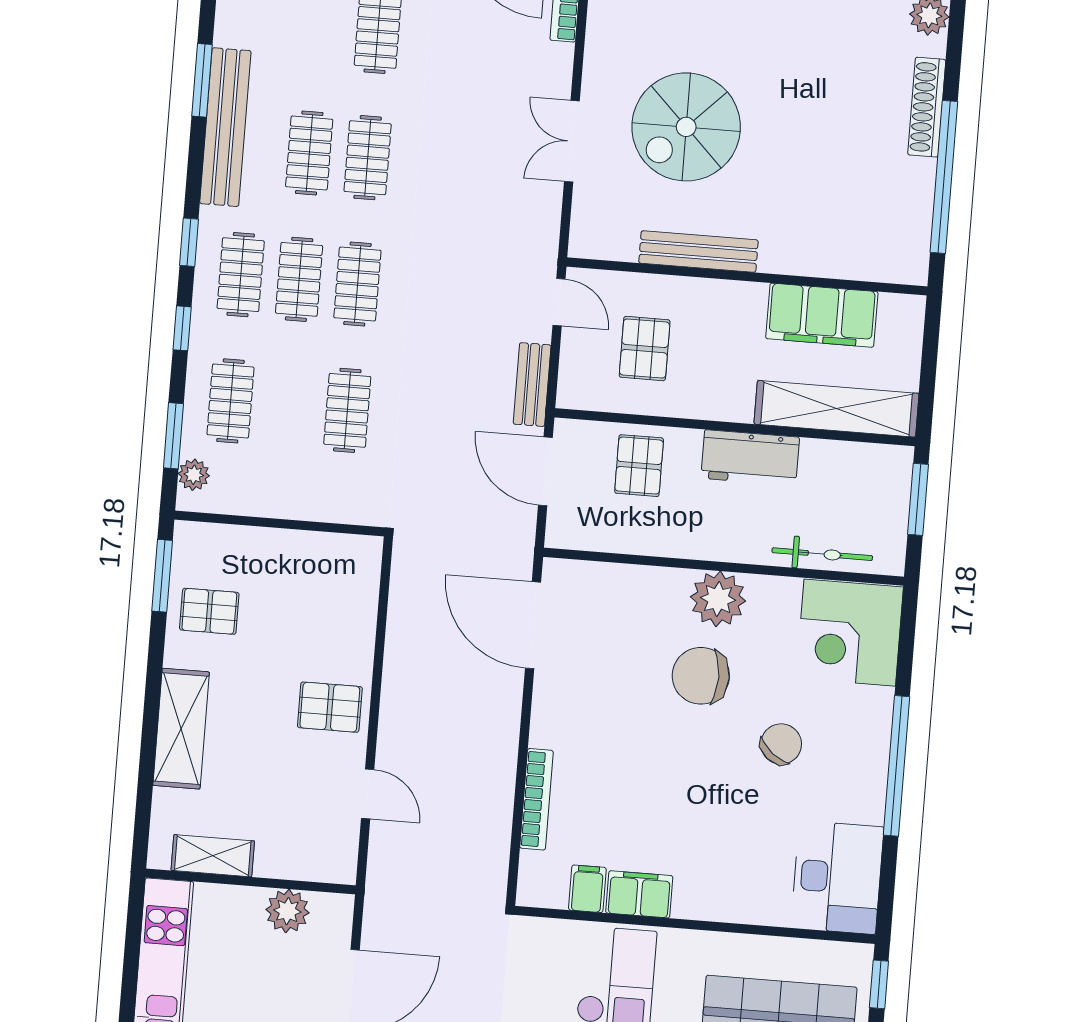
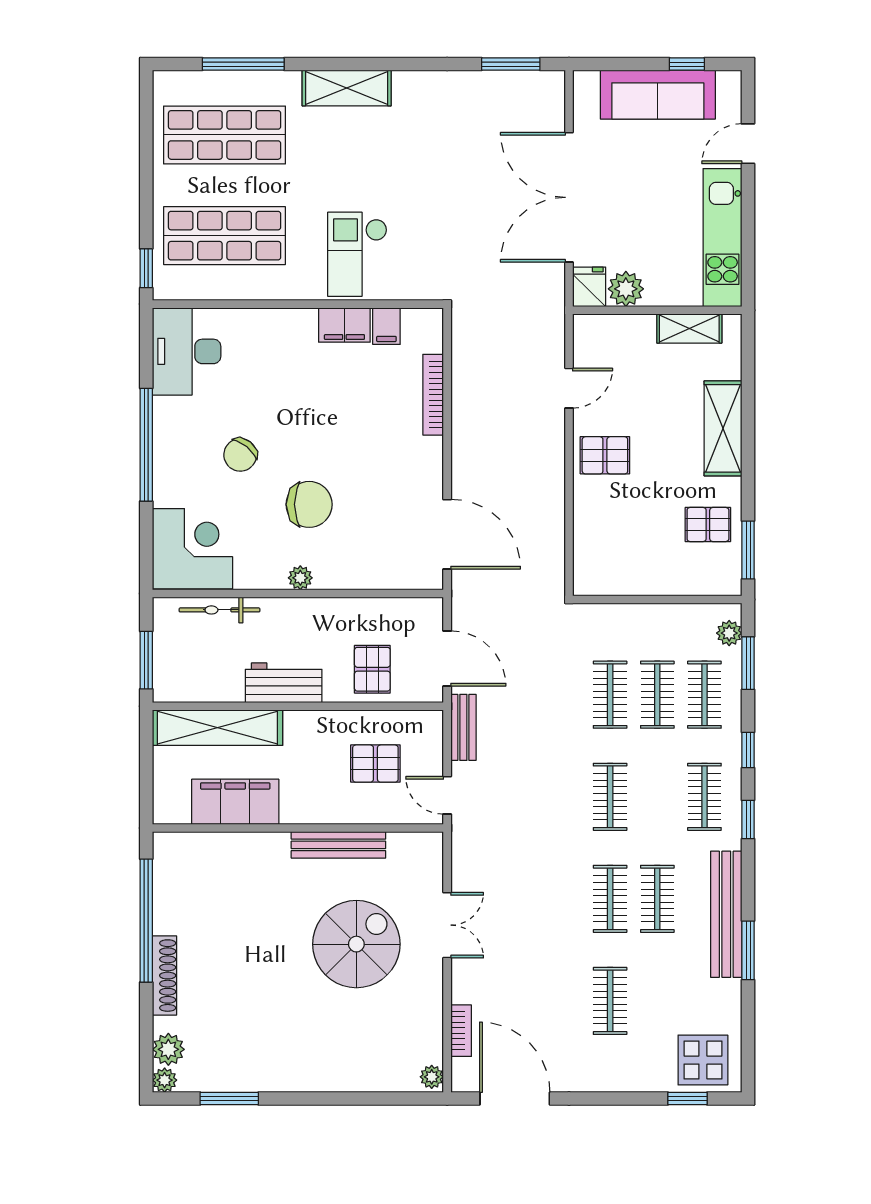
clothes rail: (299, 279) -> (657, 695), moved
pallet: (645, 349) -> (375, 764), turned 90
plant: (718, 599) -> (300, 578), width x0.53, depth x0.53
door: (368, 794) -> (569, 388), swing flipped
fridge: (333, 917) -> (589, 287), added

